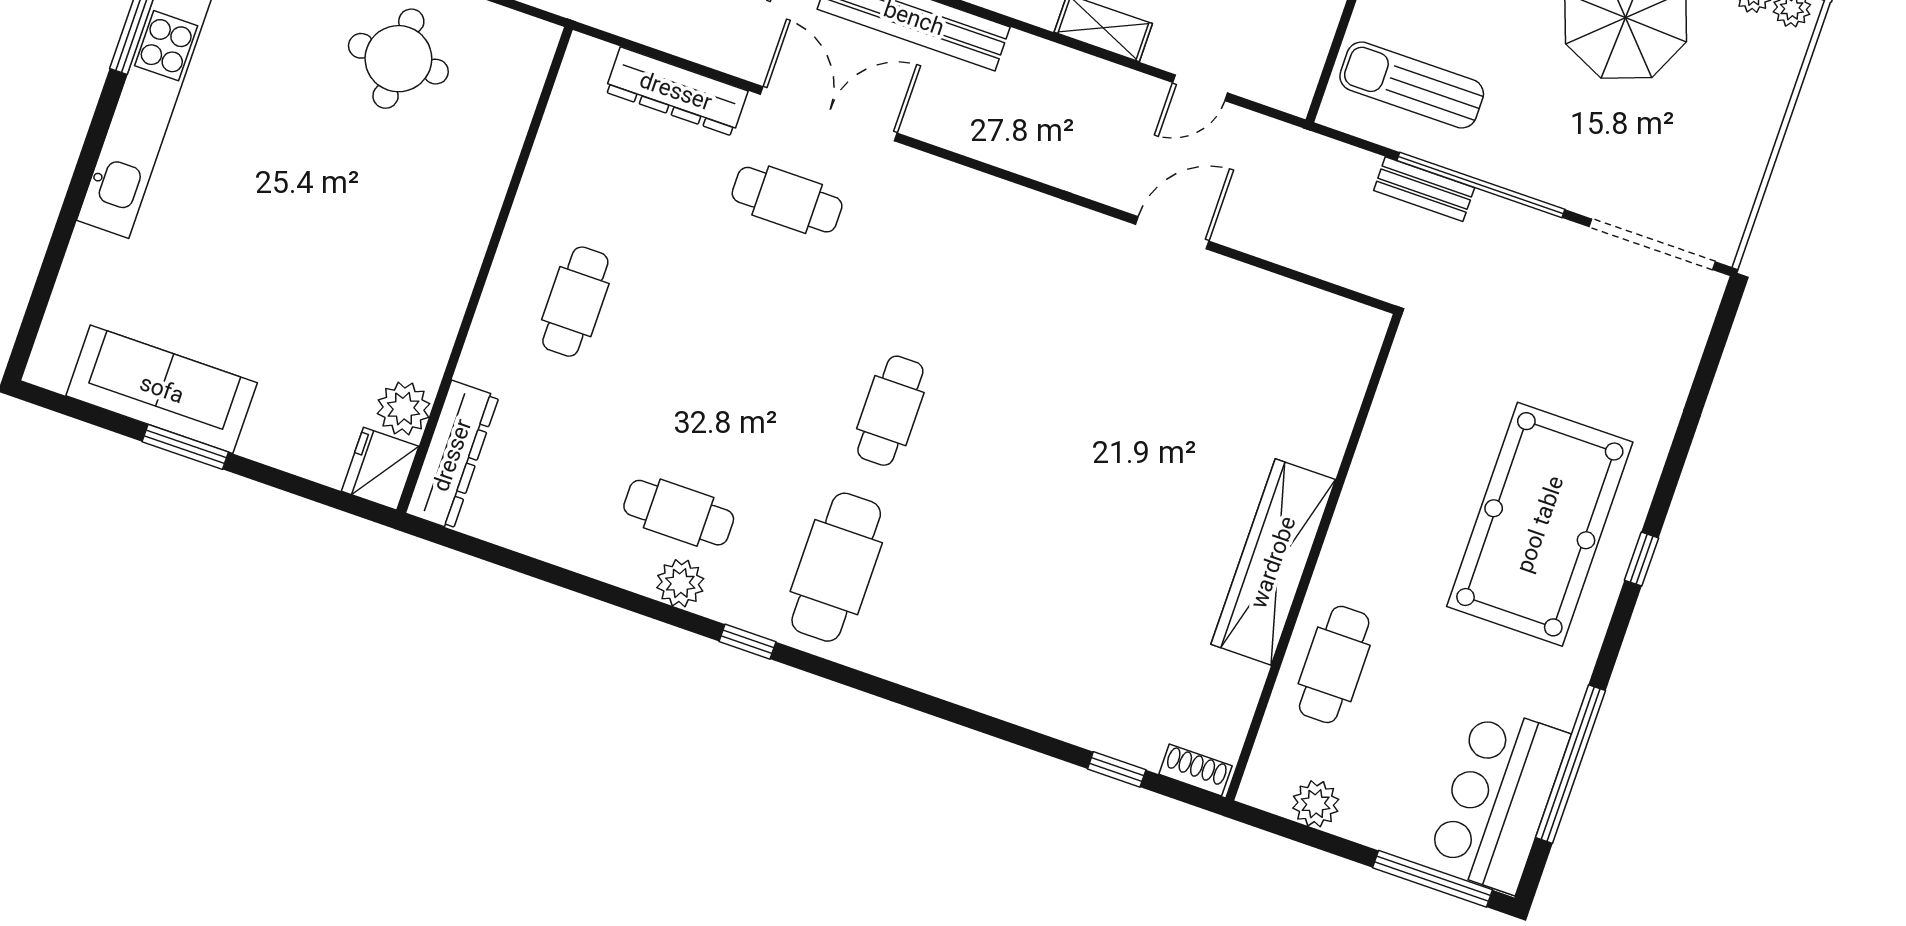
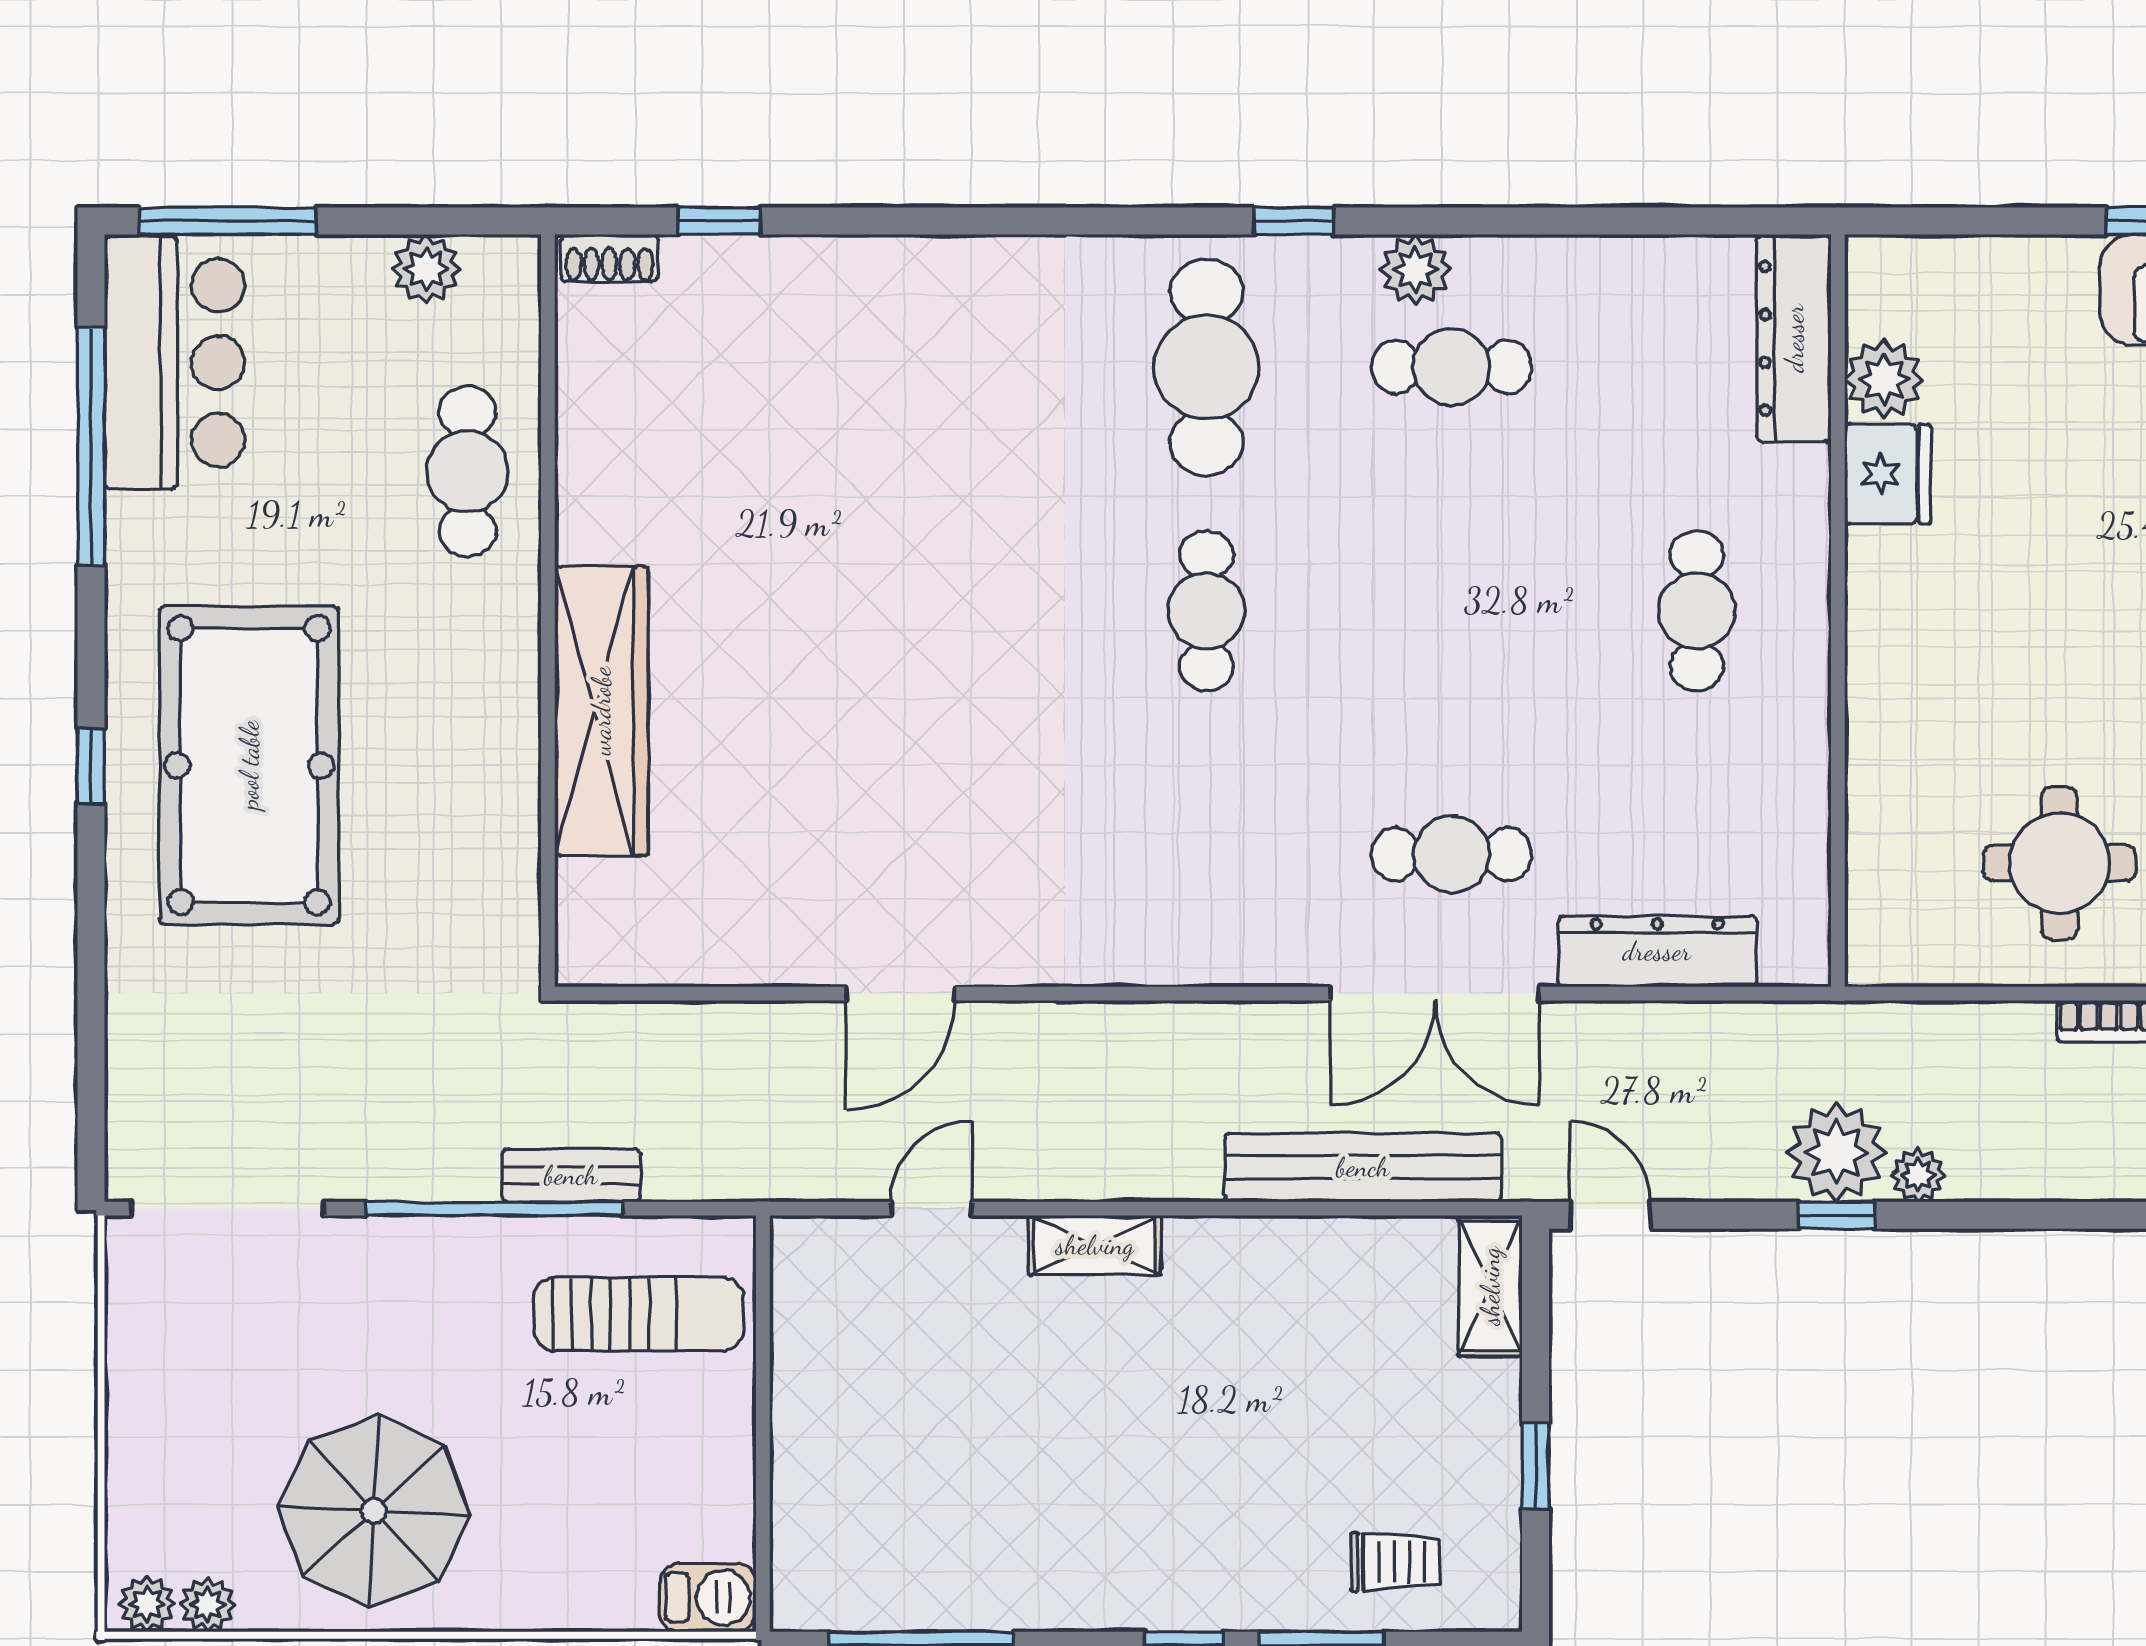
fridge: (380, 469) -> (1888, 474), moved
wardrobe: (1273, 562) -> (601, 711), moved

